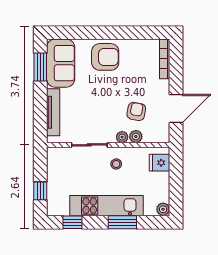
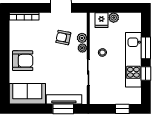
armchair: (105, 57) -> (23, 61), turned 90
window: (40, 67) -> (63, 109), moved
plant: (163, 209) -> (114, 18), moved
window: (73, 222) -> (146, 74), moved

